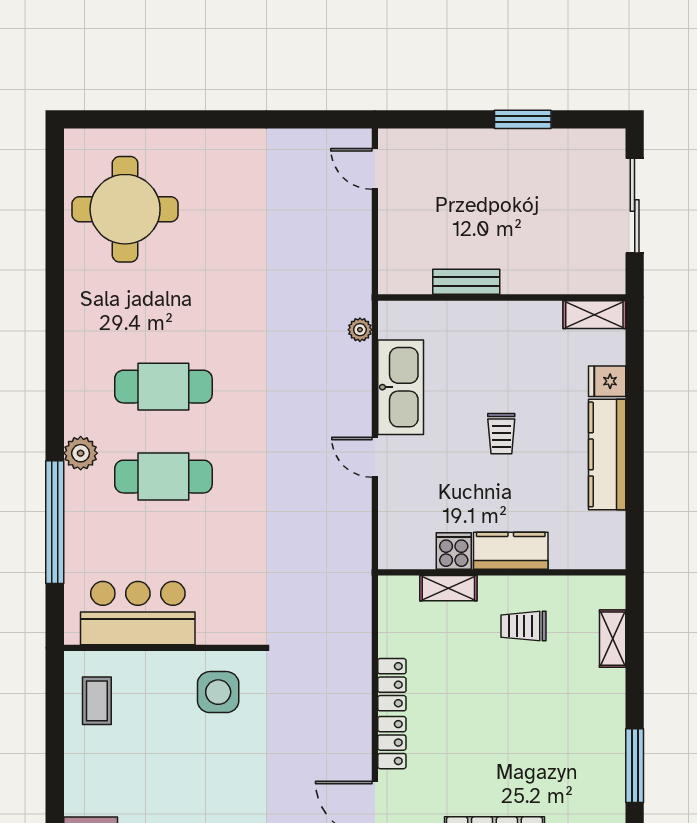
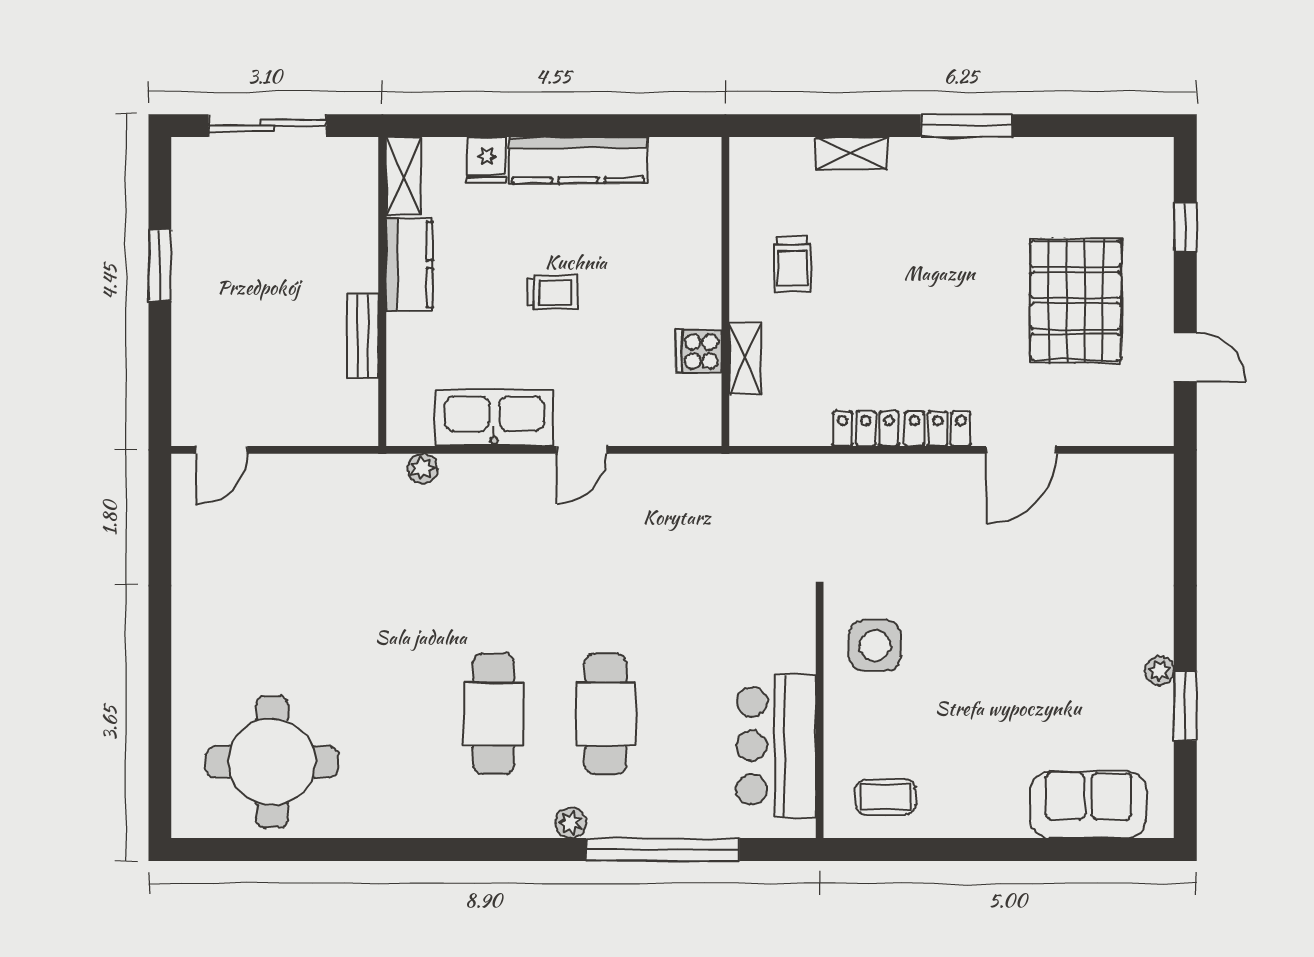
plant: (81, 453) -> (571, 823), width x0.73, depth x0.73
kitchen counter: (511, 551) -> (409, 264), moved, turned 180
shelving: (613, 639) -> (852, 153), moved

